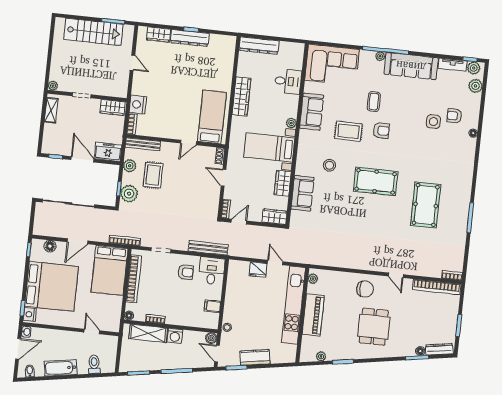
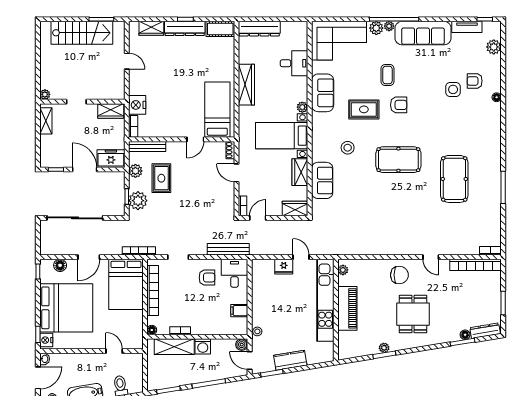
cot: (223, 42) -> (220, 29), added
plant: (474, 68) -> (376, 28), moved
plant: (321, 356) -> (384, 348), moved

